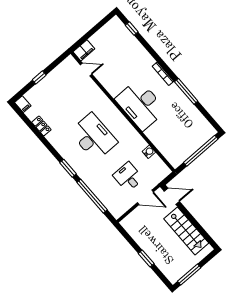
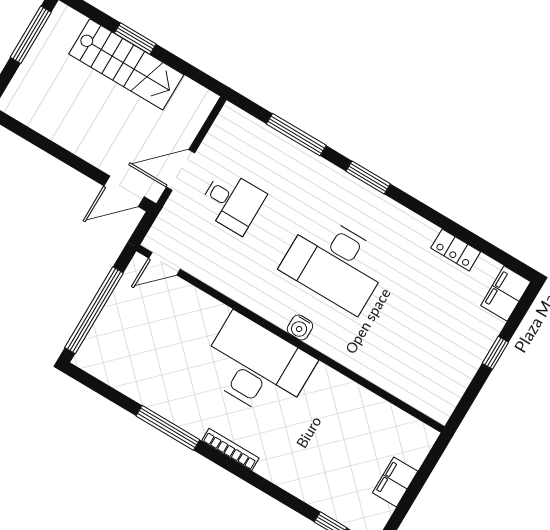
filing cabinet: (84, 50) -> (395, 482), moved
door: (86, 70) -> (164, 264), moved
filing cabinet: (23, 104) -> (506, 294), width x2.00
water cooler: (149, 152) -> (300, 328), moved
window: (92, 196) -> (296, 135), width x0.68
stairs: (186, 231) -> (126, 64), moved, turned 180

